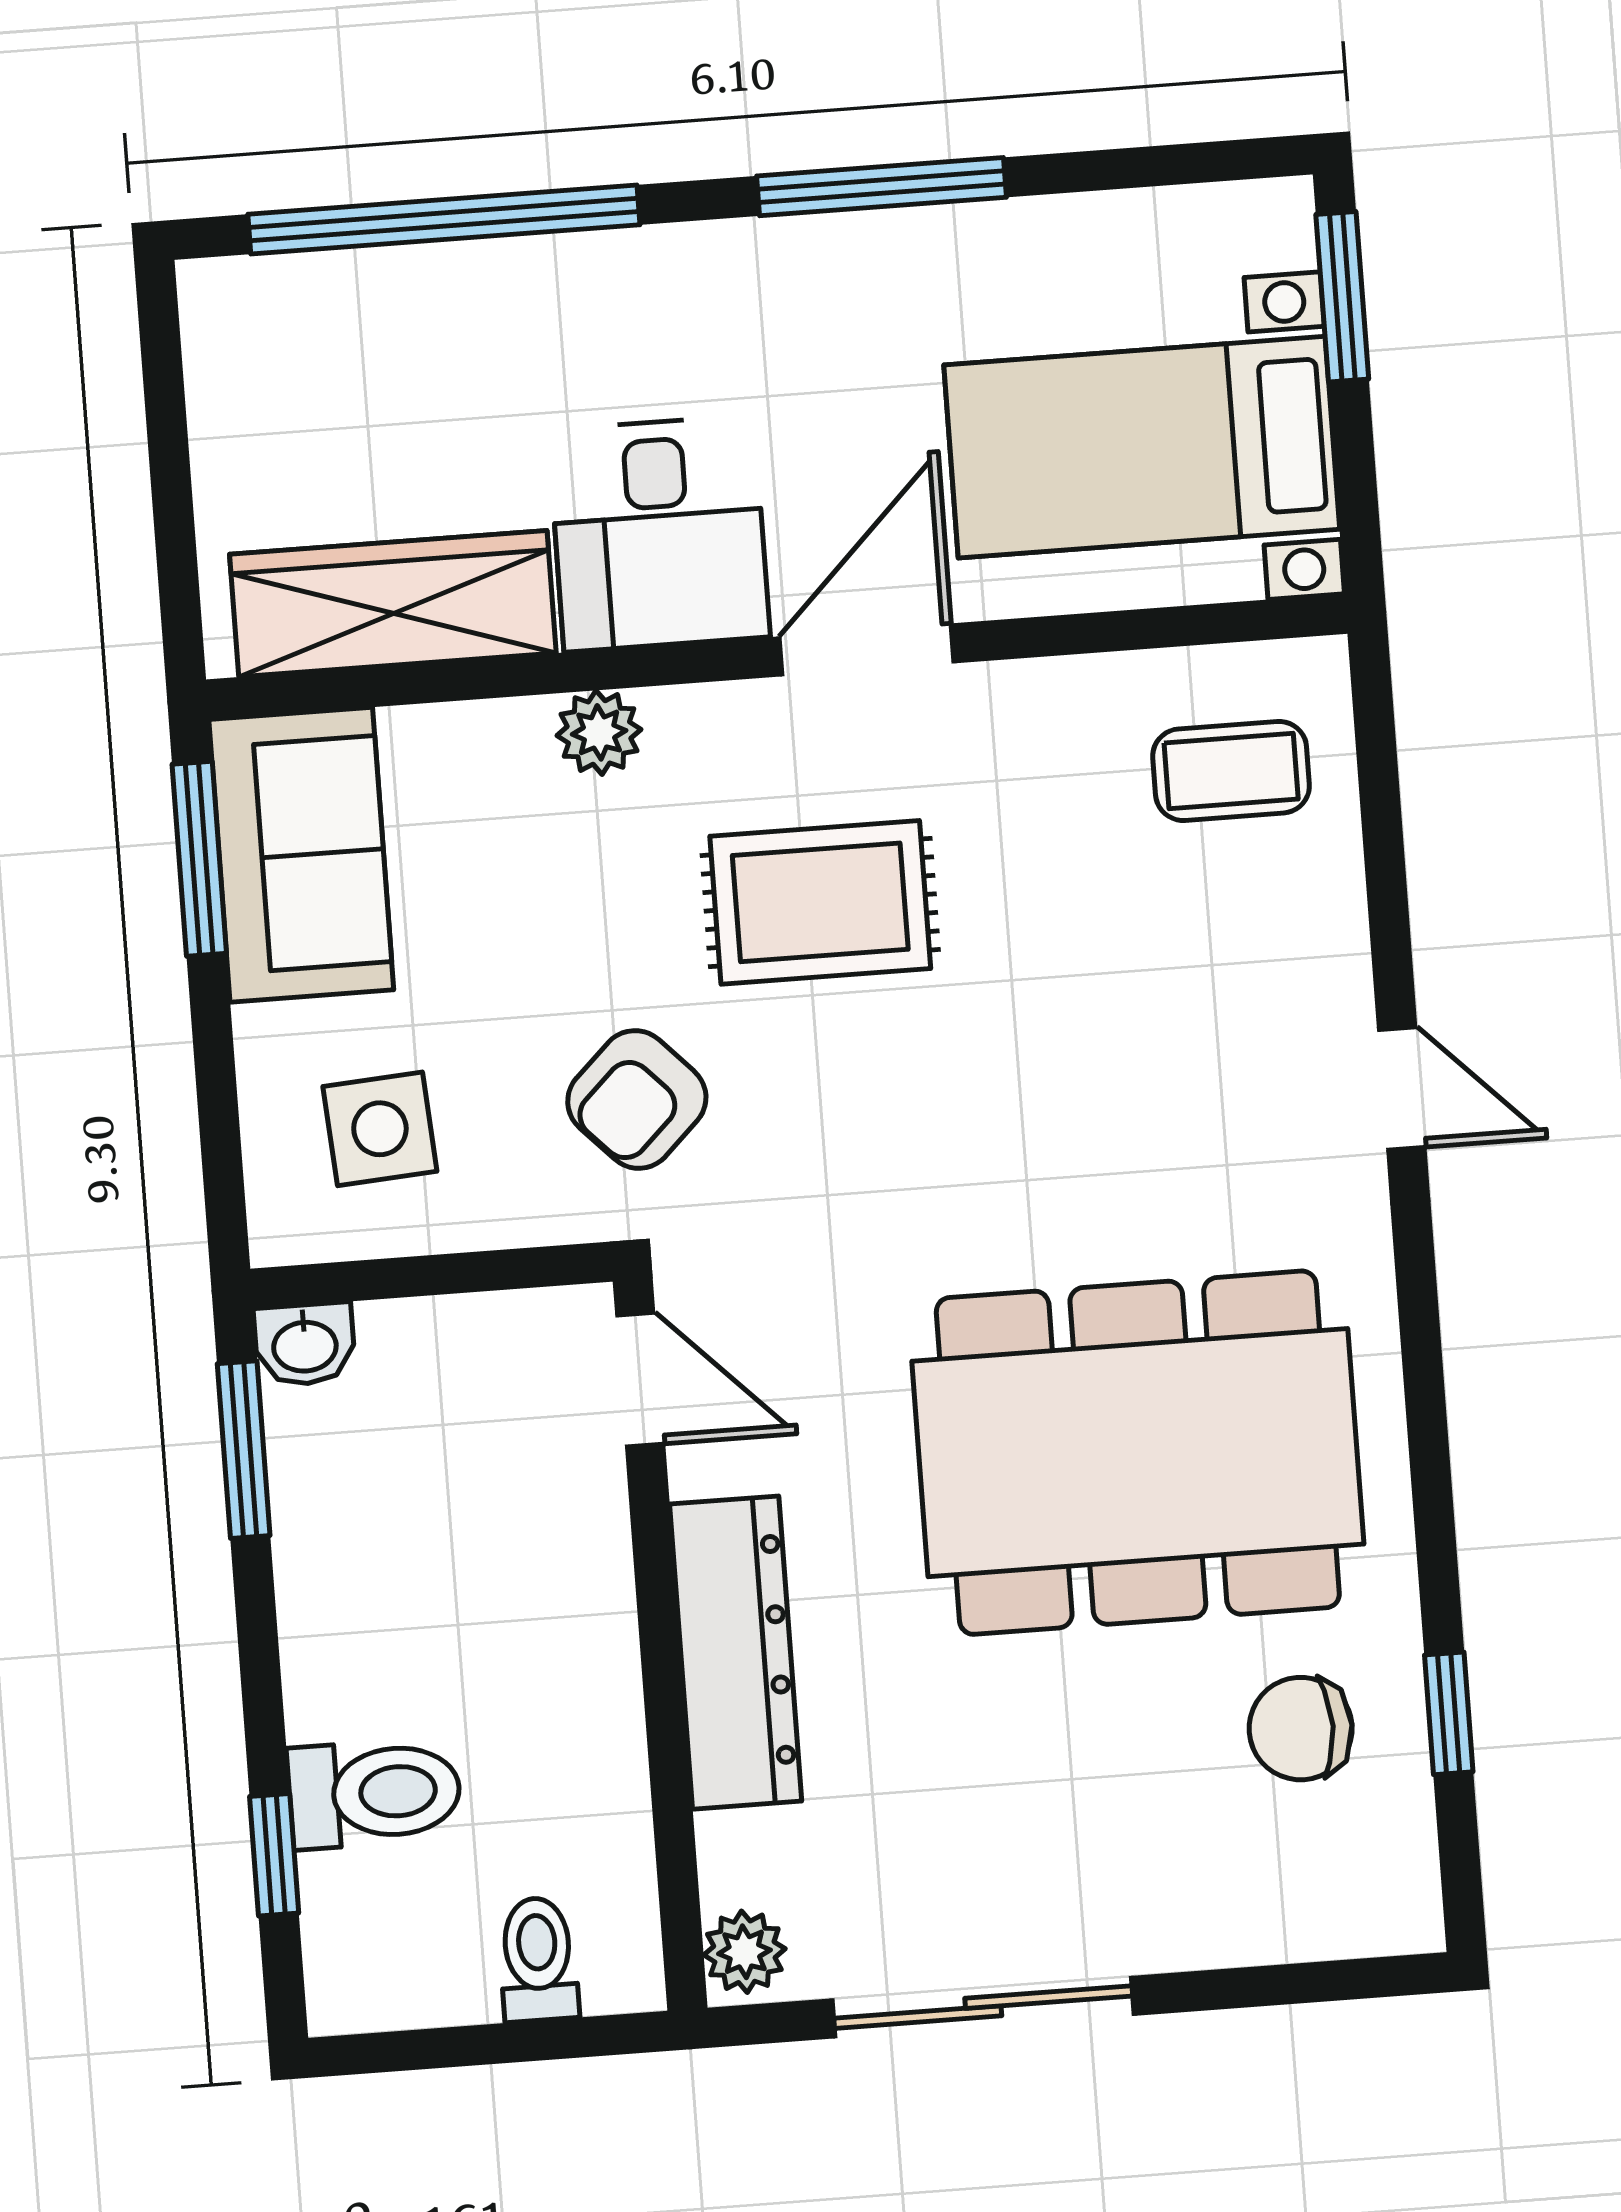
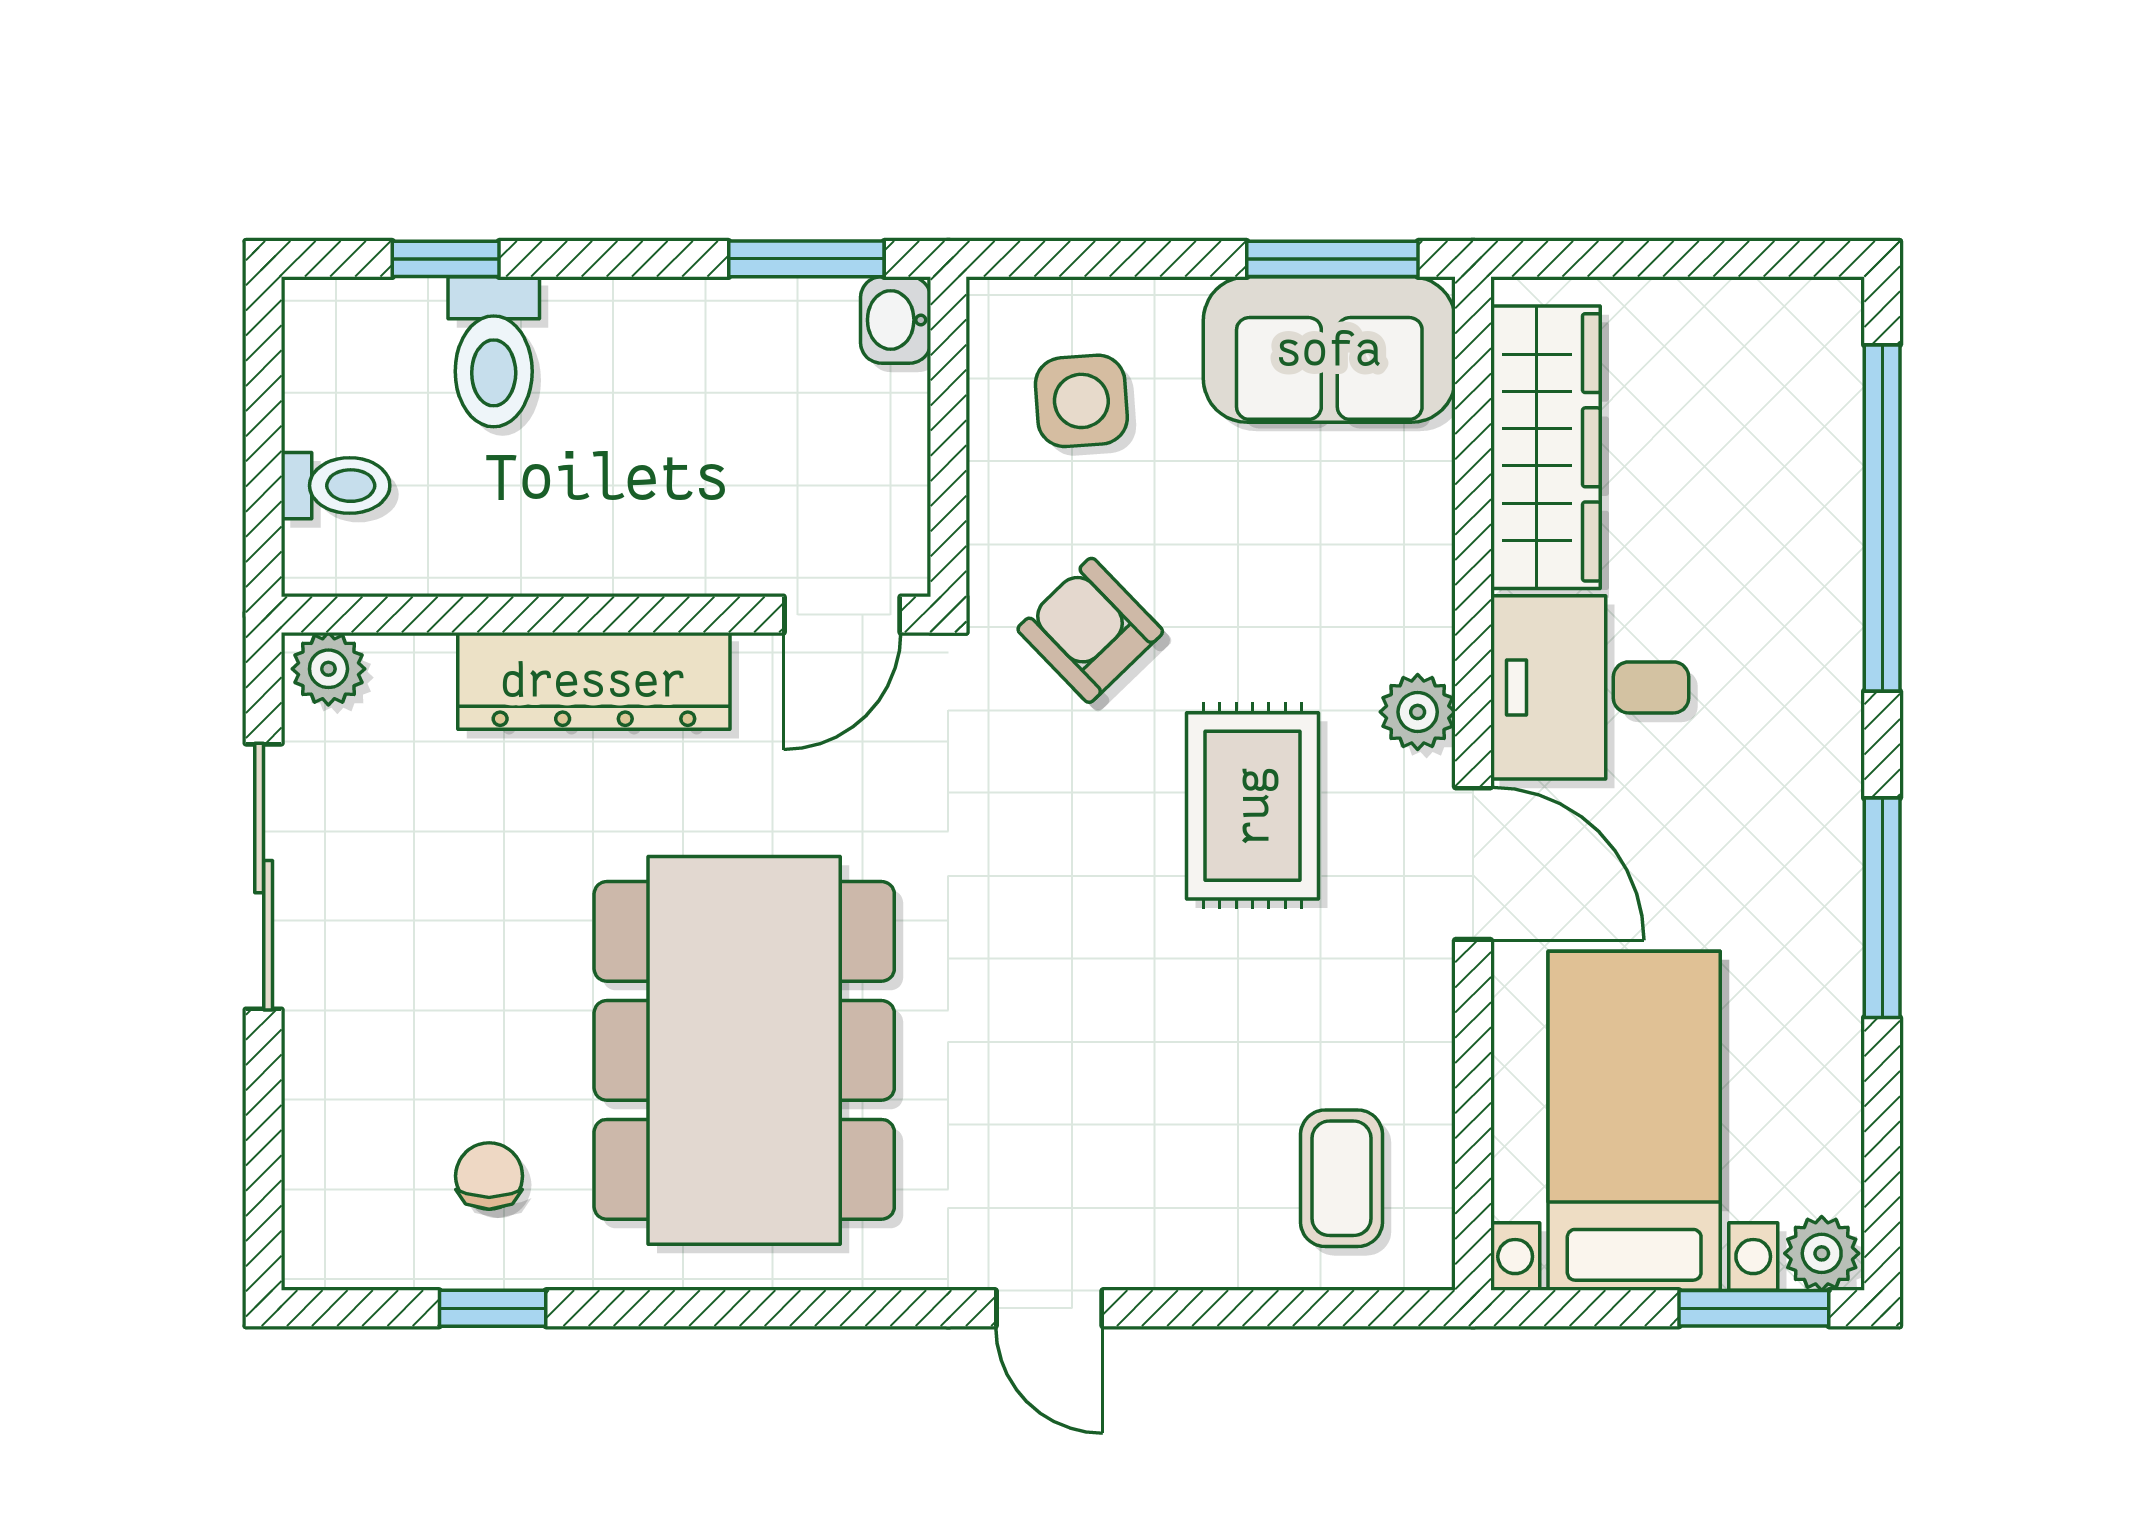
plant: (1275, 225) -> (1822, 1253), added
plant: (599, 732) -> (1418, 712), moved
door: (1402, 1088) -> (1049, 1308), hinge flipped
chair: (1301, 1729) -> (489, 1176), width x0.73, depth x0.73

